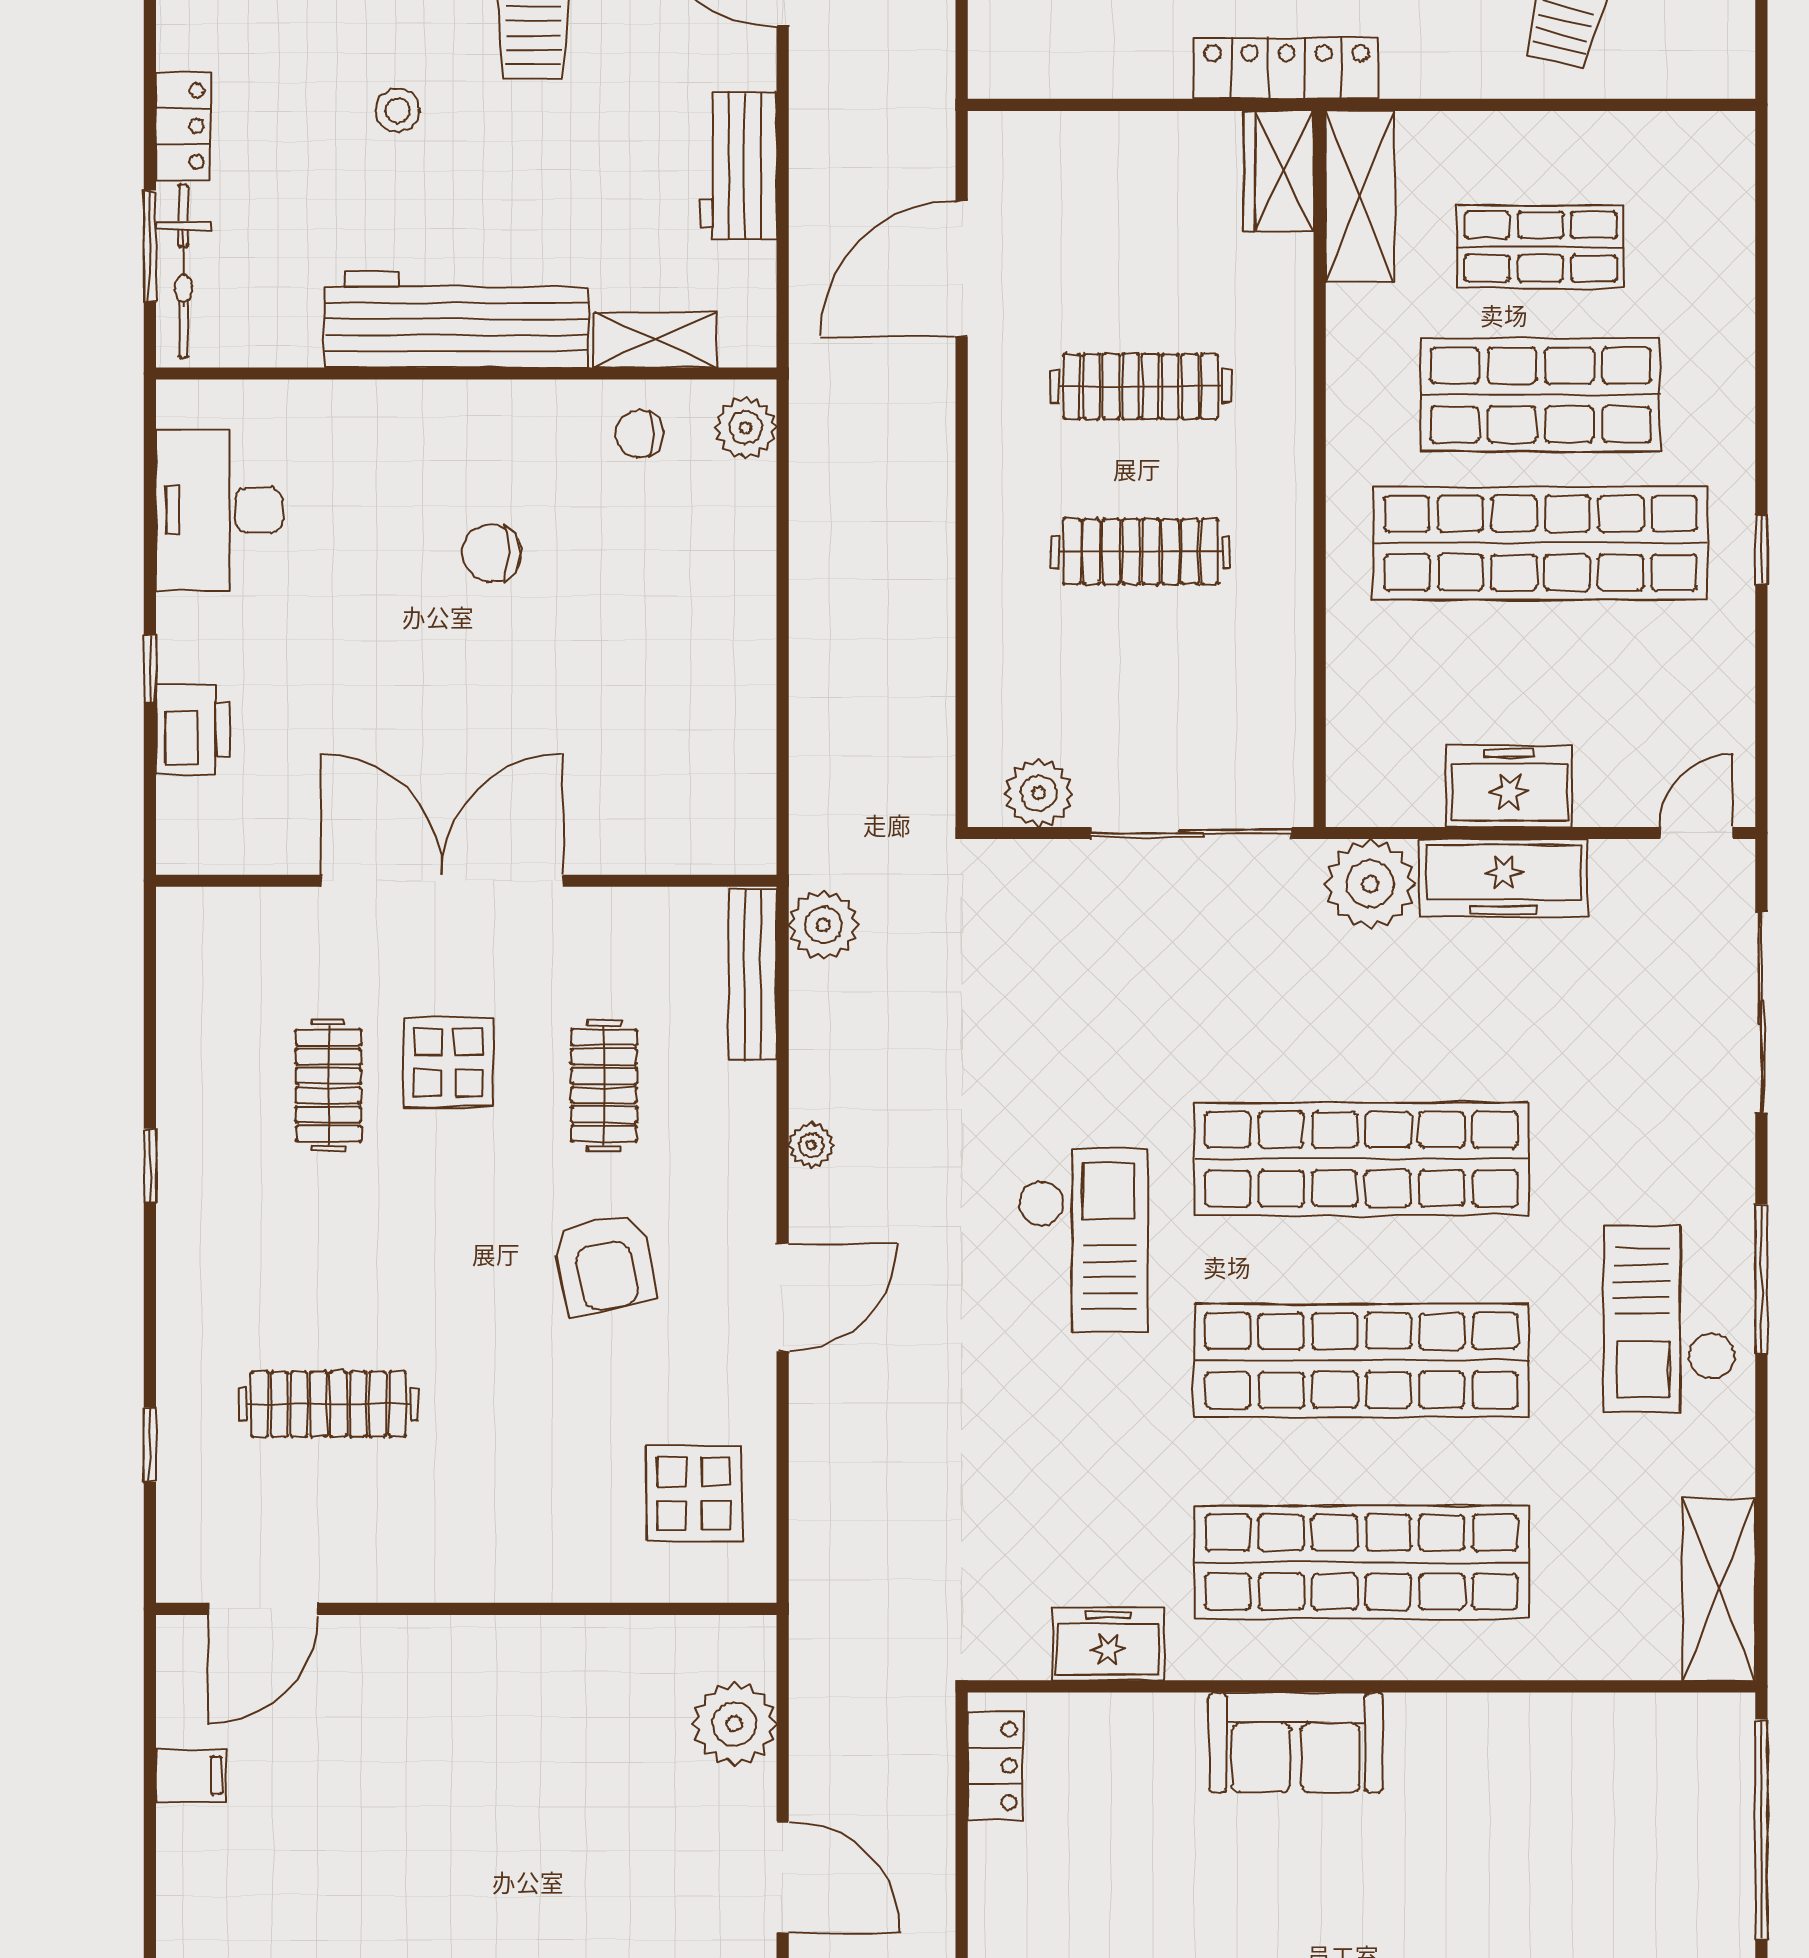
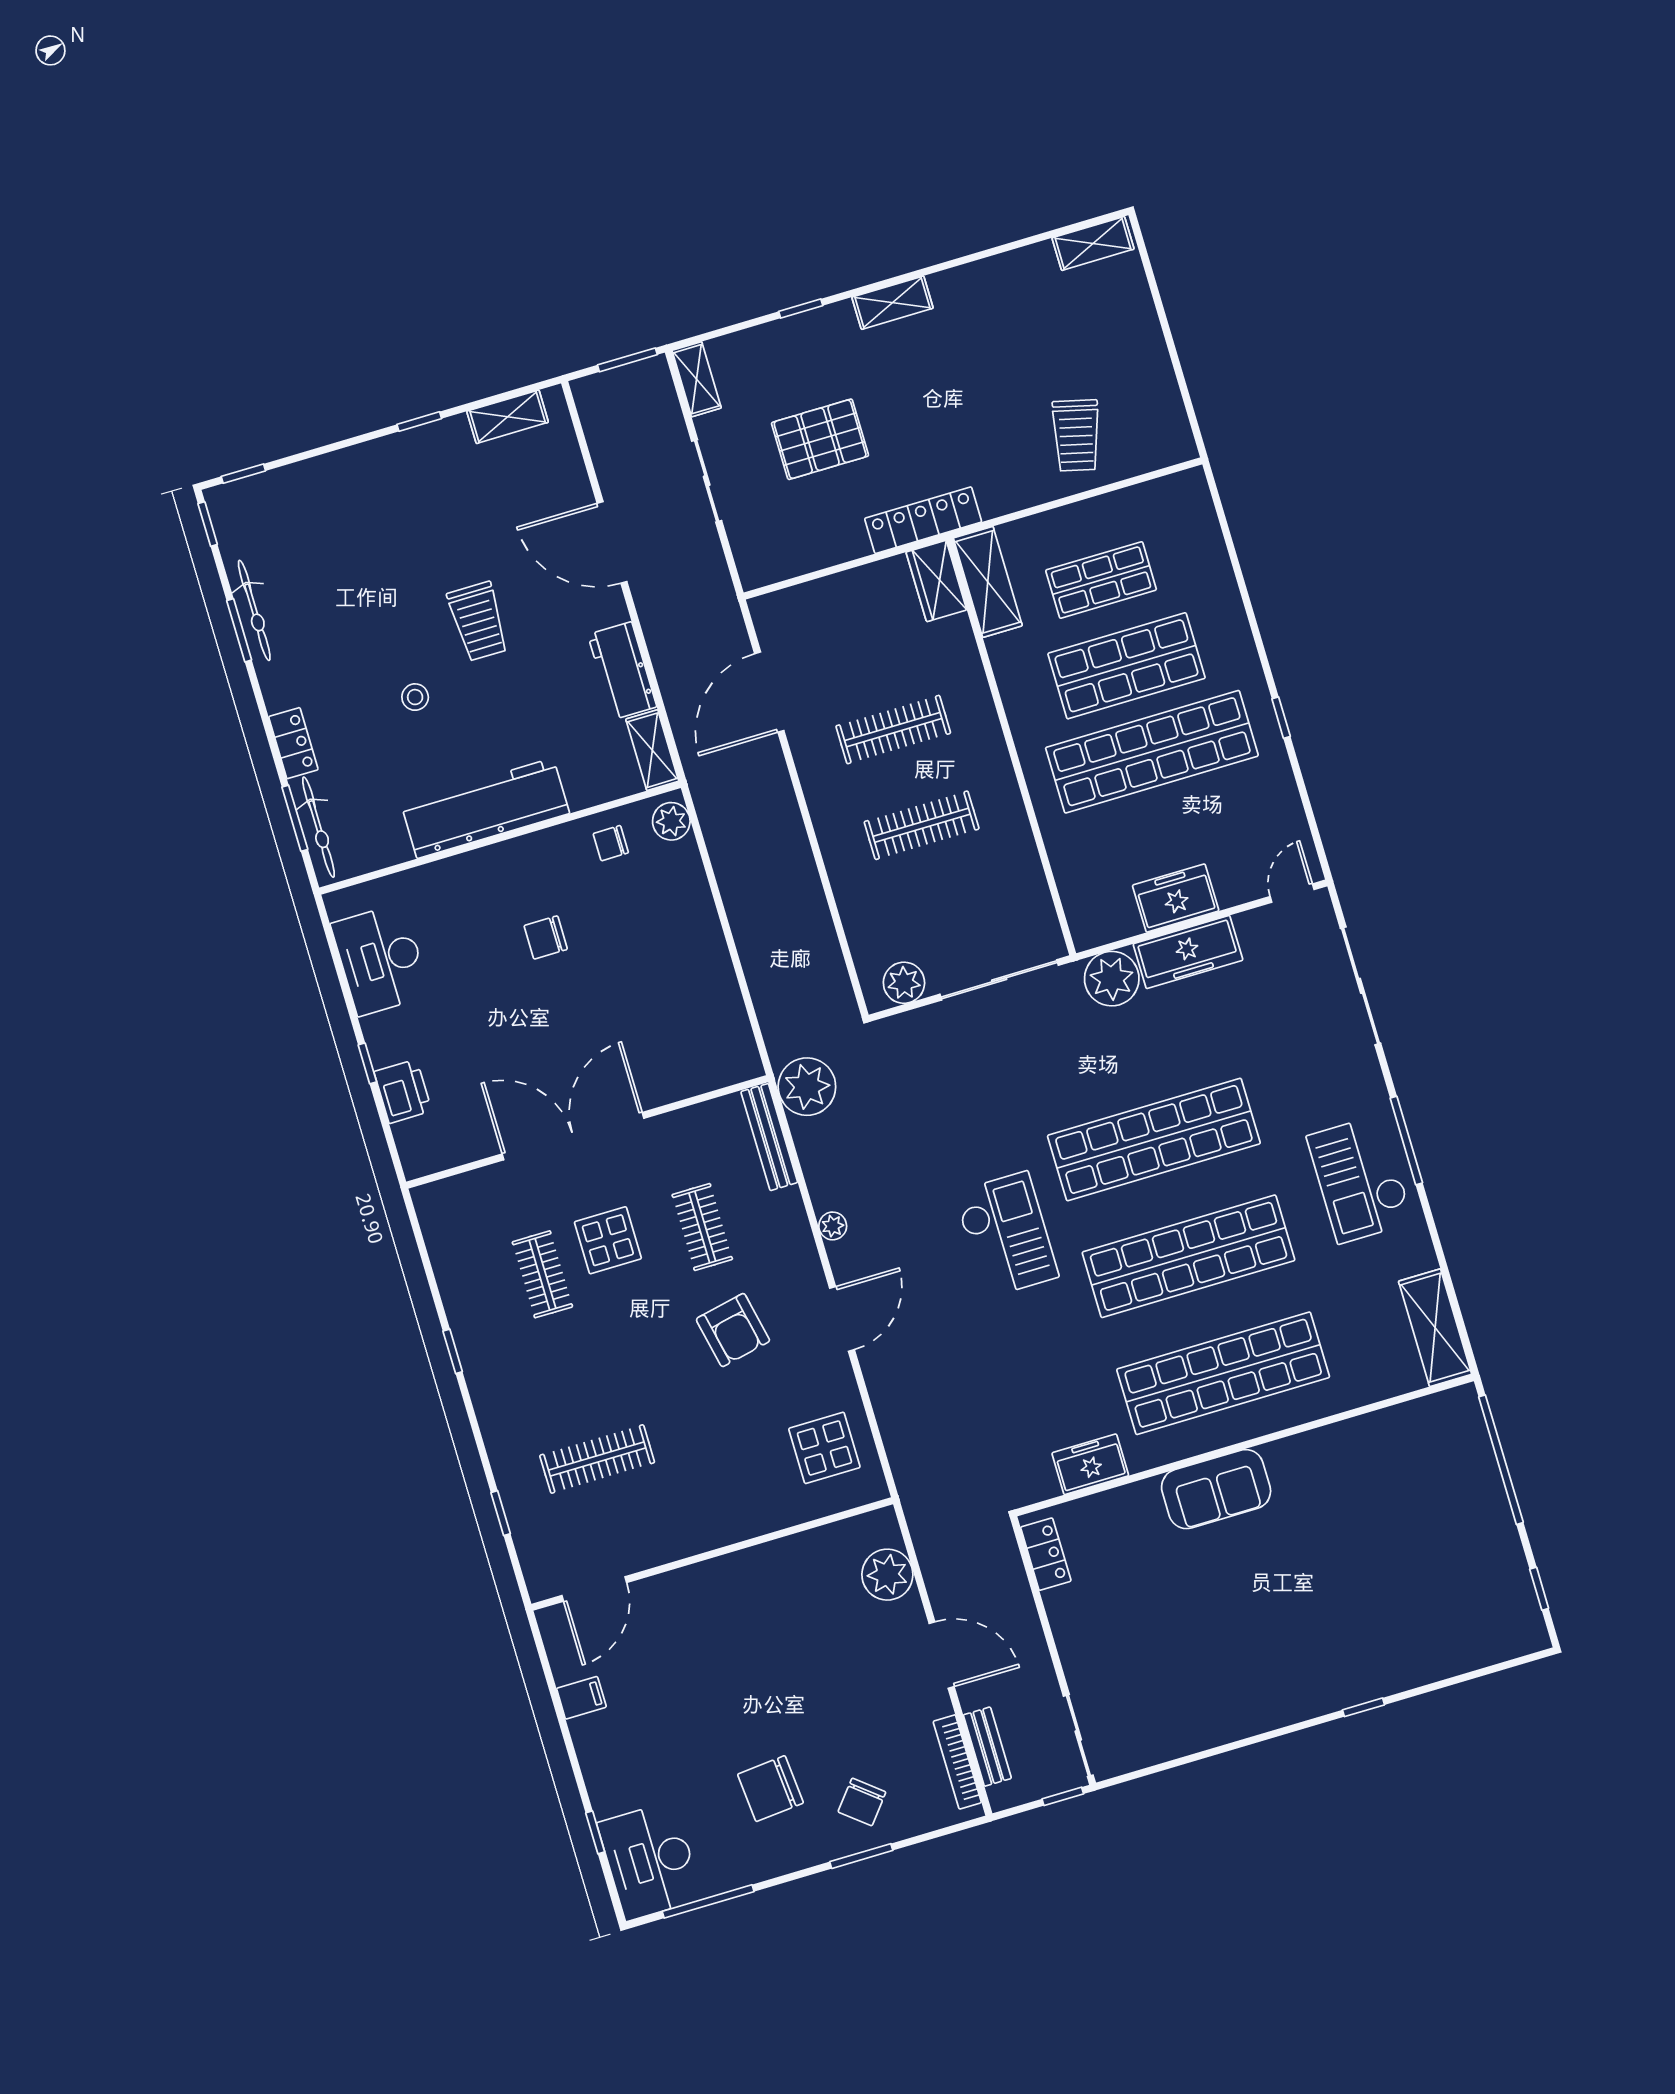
shelving: (655, 340) -> (652, 750), moved, turned 90
plant: (823, 925) -> (807, 1087), width x1.36, depth x1.36

